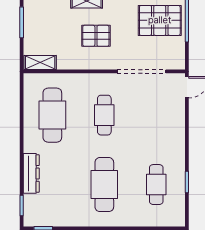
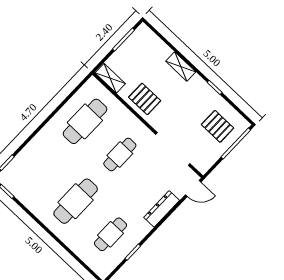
pallet: (160, 20) -> (218, 126), width x0.67, depth x0.71
pallet: (96, 36) -> (145, 99), moved
dresser: (31, 173) -> (162, 209), moved, turned 180

